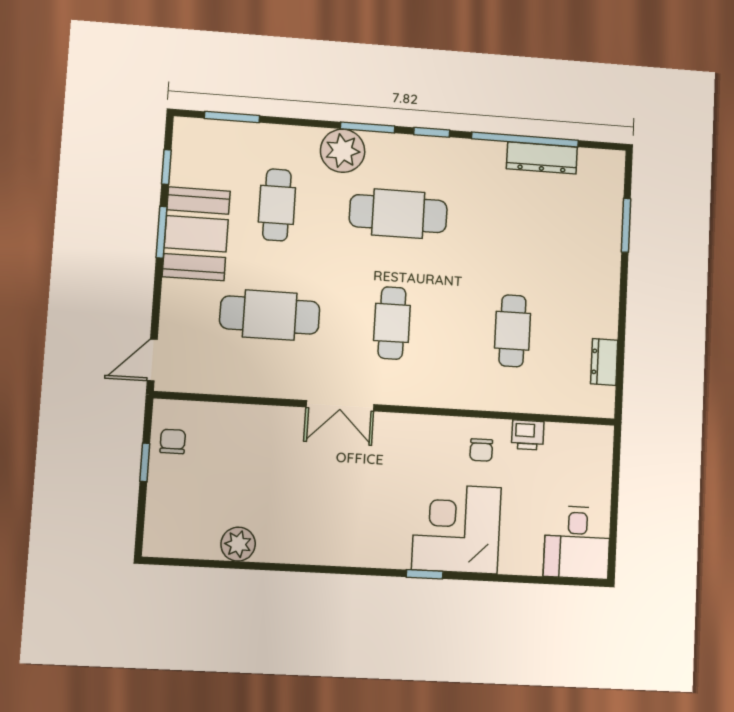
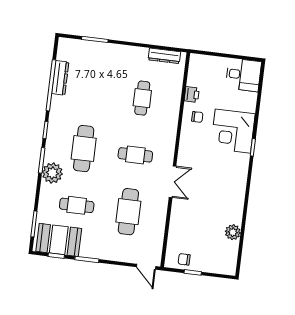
booth: (196, 234) -> (59, 240), moved
cafe table: (512, 331) -> (142, 98), turned 90
dresser: (604, 362) -> (164, 56), width x1.44

